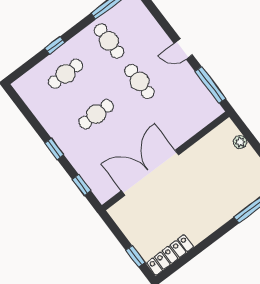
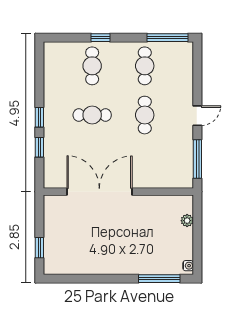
door: (183, 49) -> (197, 116), swing flipped
cafe table: (66, 74) -> (92, 66), turned 90
window: (81, 185) -> (39, 147), moved
locker: (170, 255) -> (67, 267), removed

